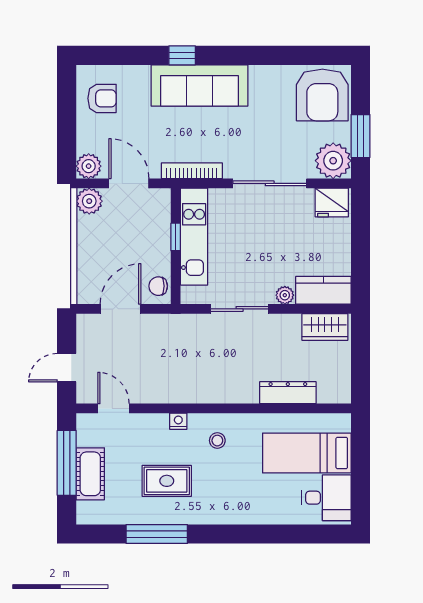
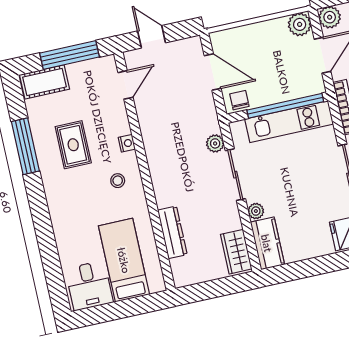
window: (176, 237) -> (285, 106), width x3.17
plant: (200, 324) -> (215, 143), added
cot: (90, 474) -> (45, 82), moved

